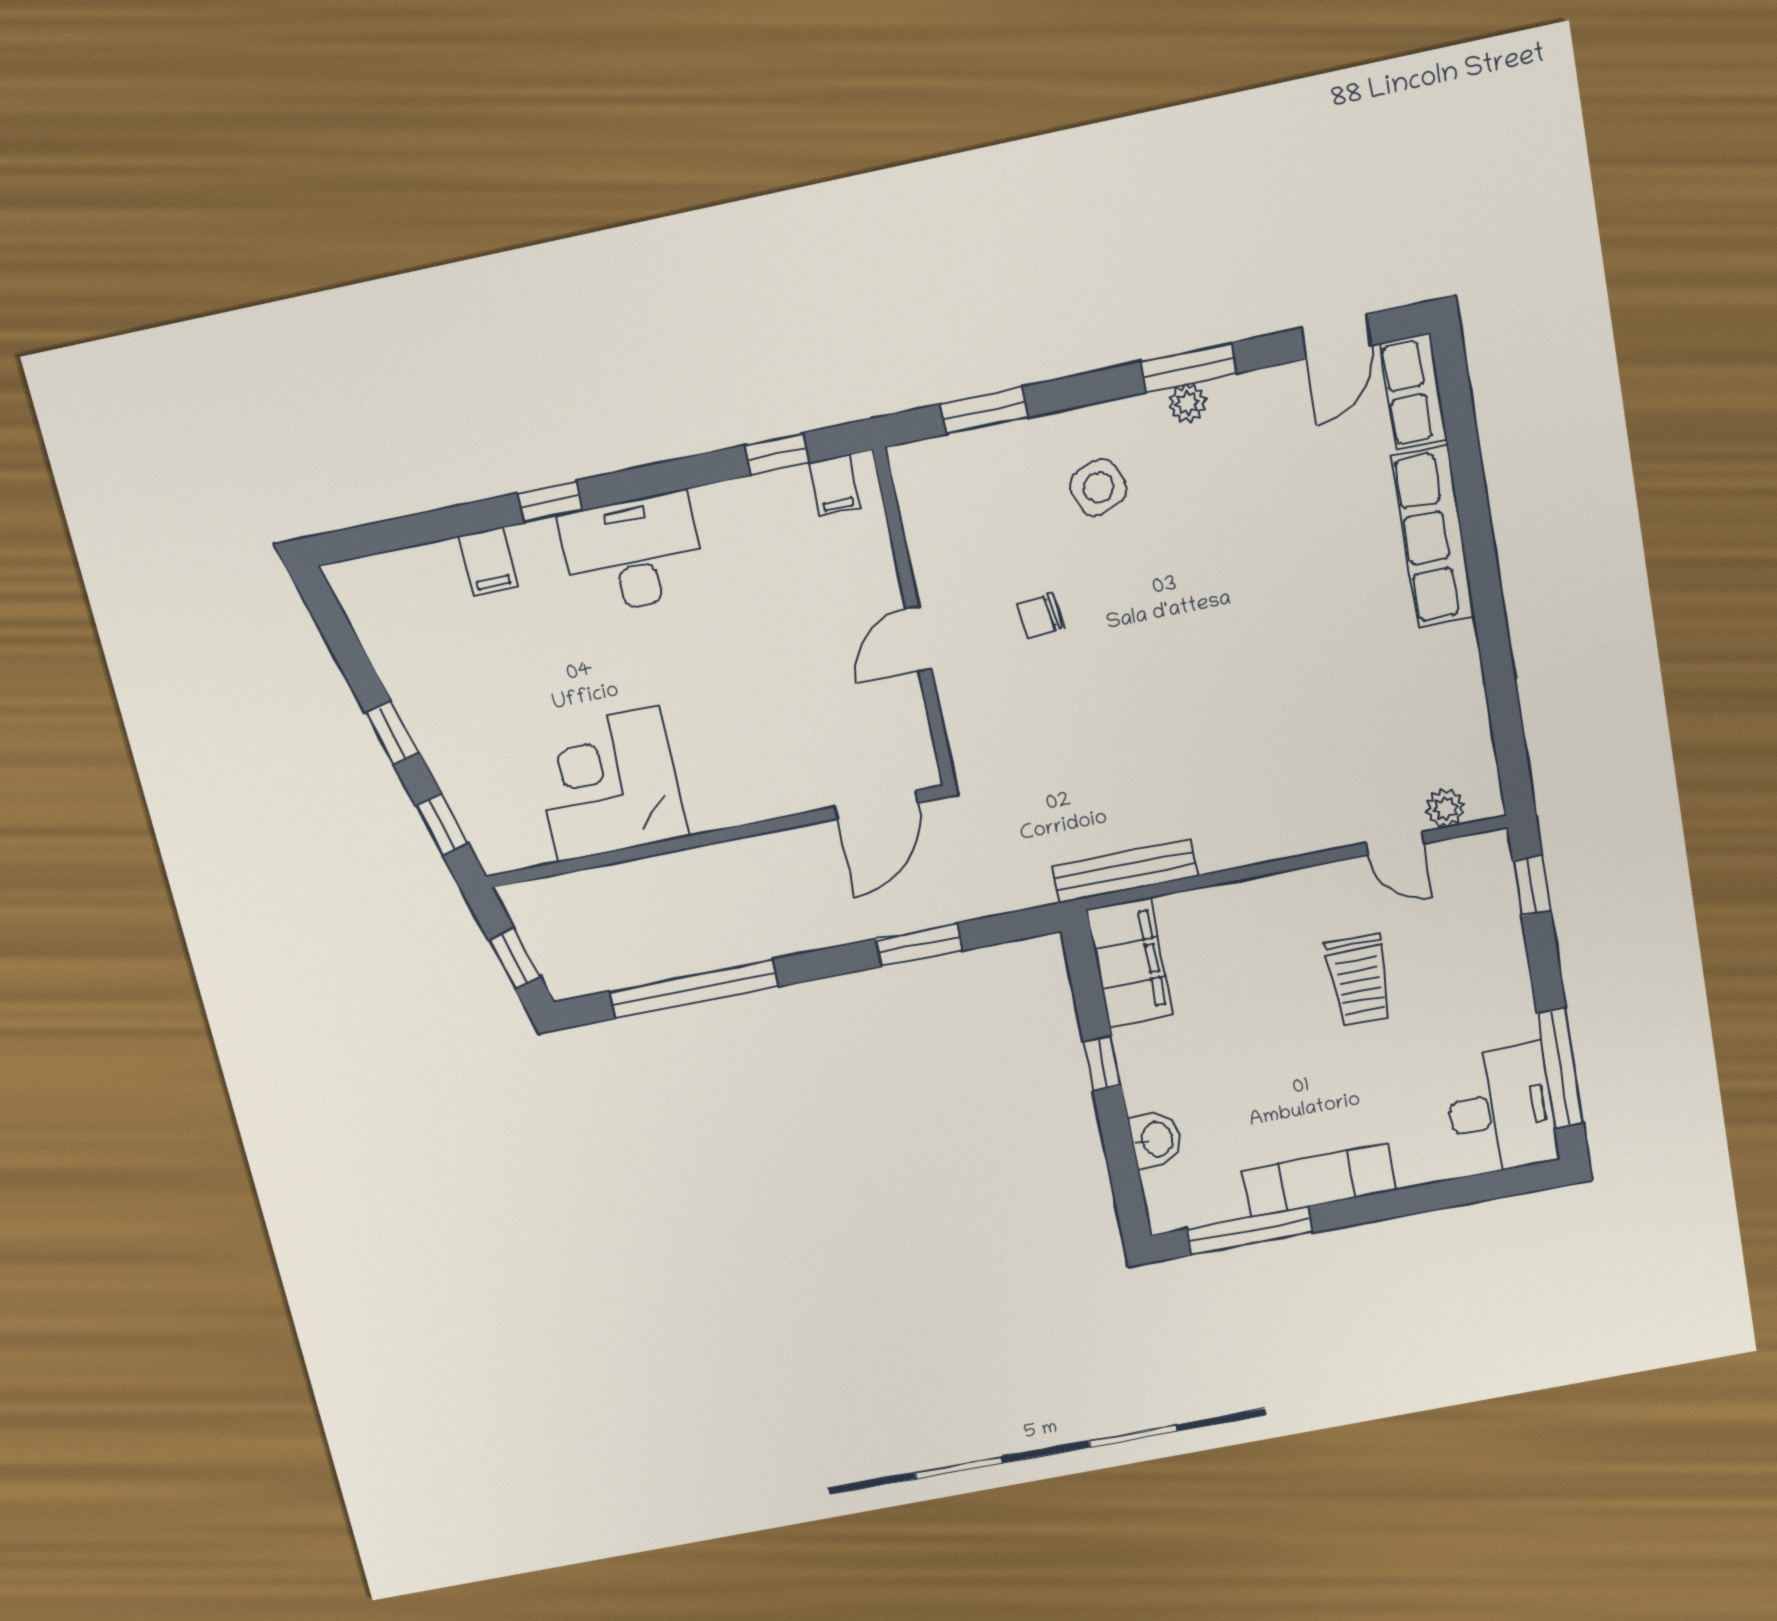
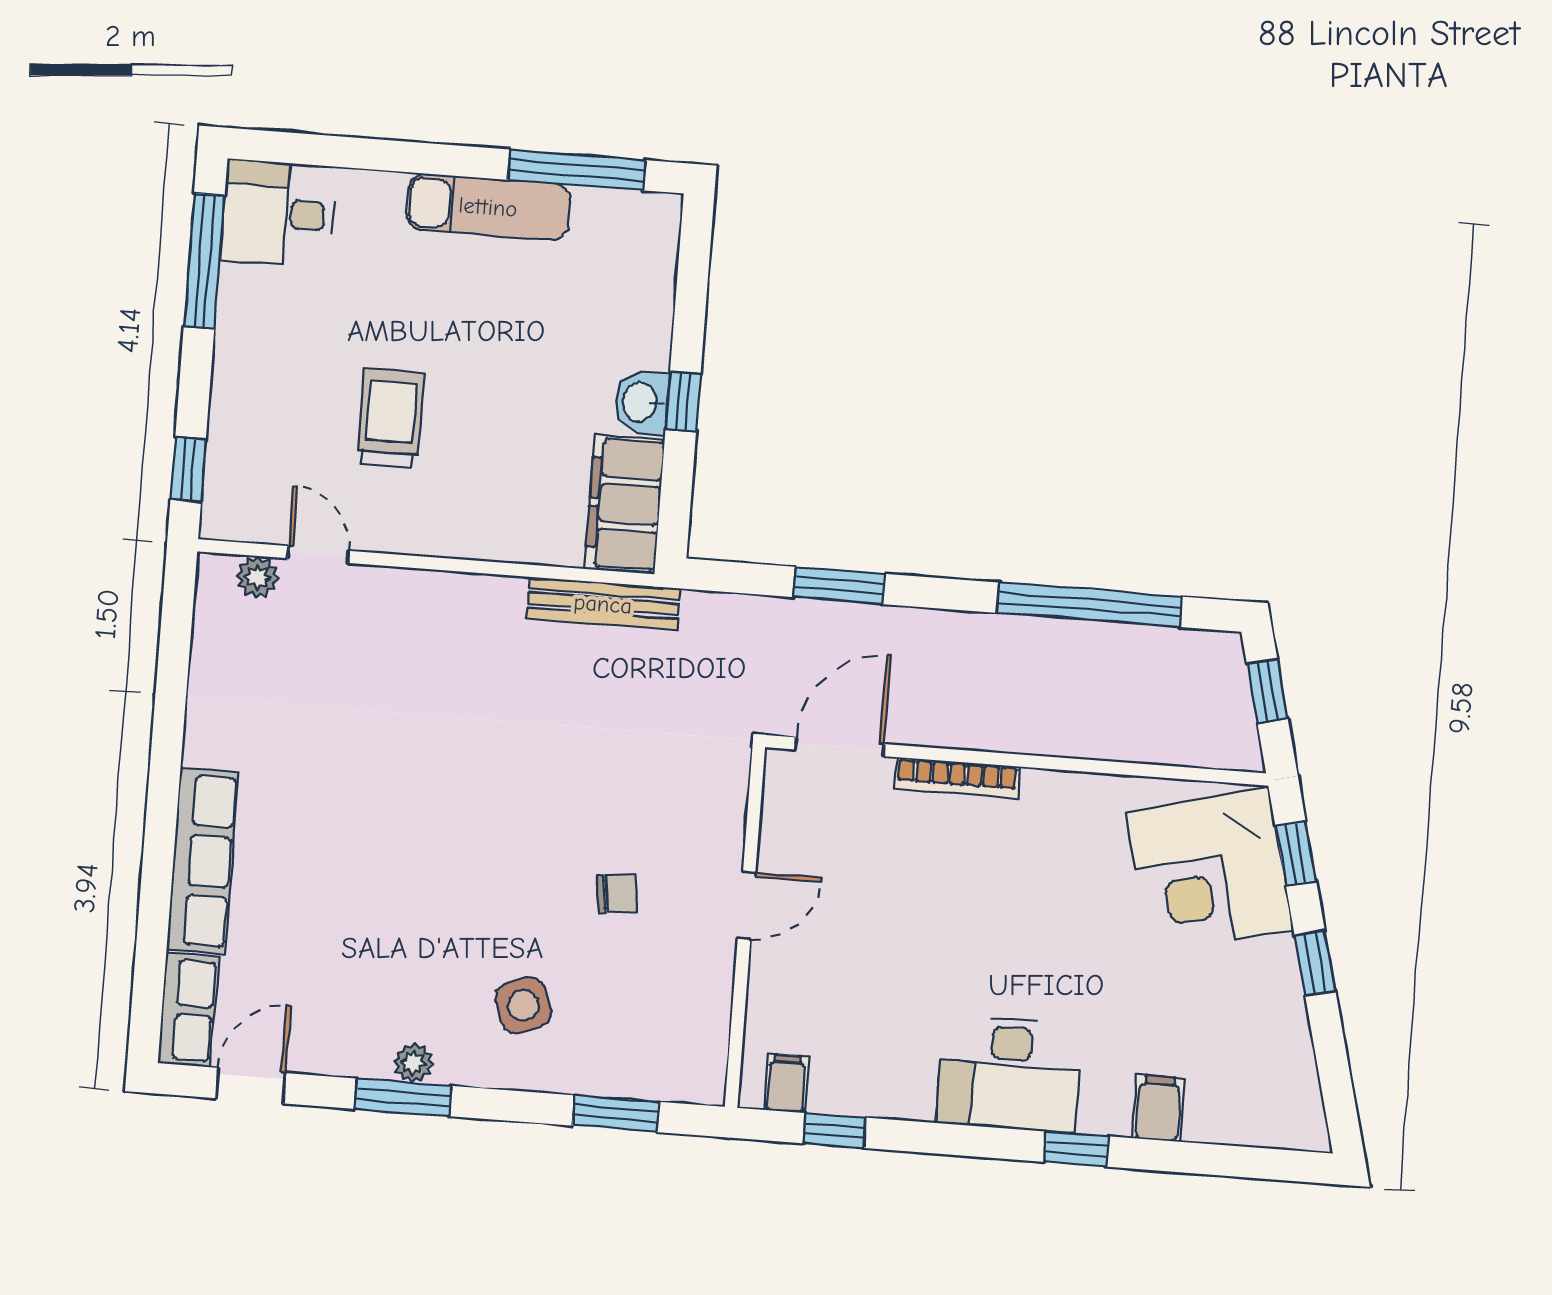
corner desk: (608, 784) -> (1210, 871), moved, turned 76
bookcase: (763, 807) -> (957, 778), added
desk: (1501, 1110) -> (278, 213), width x0.73
washbasin: (1156, 1139) -> (641, 402), moved

